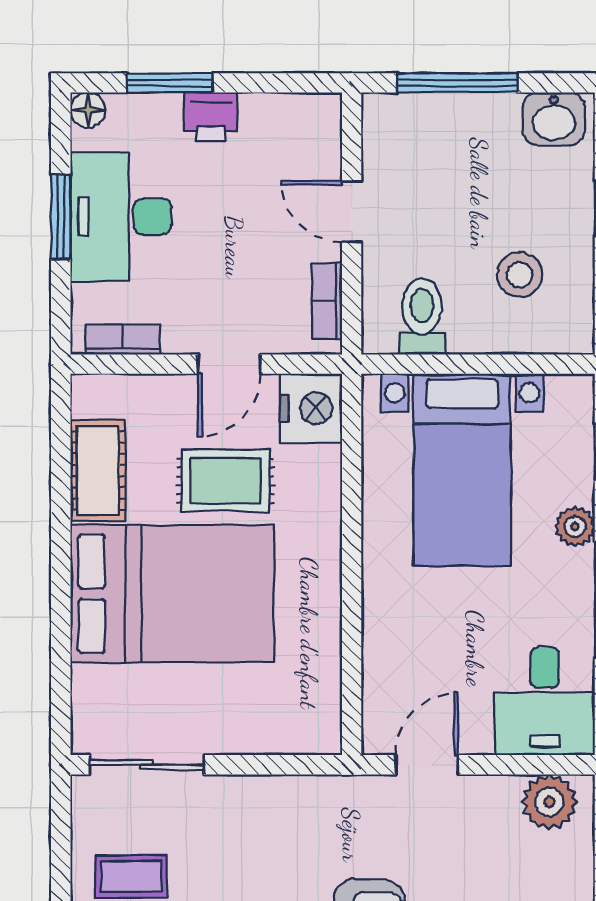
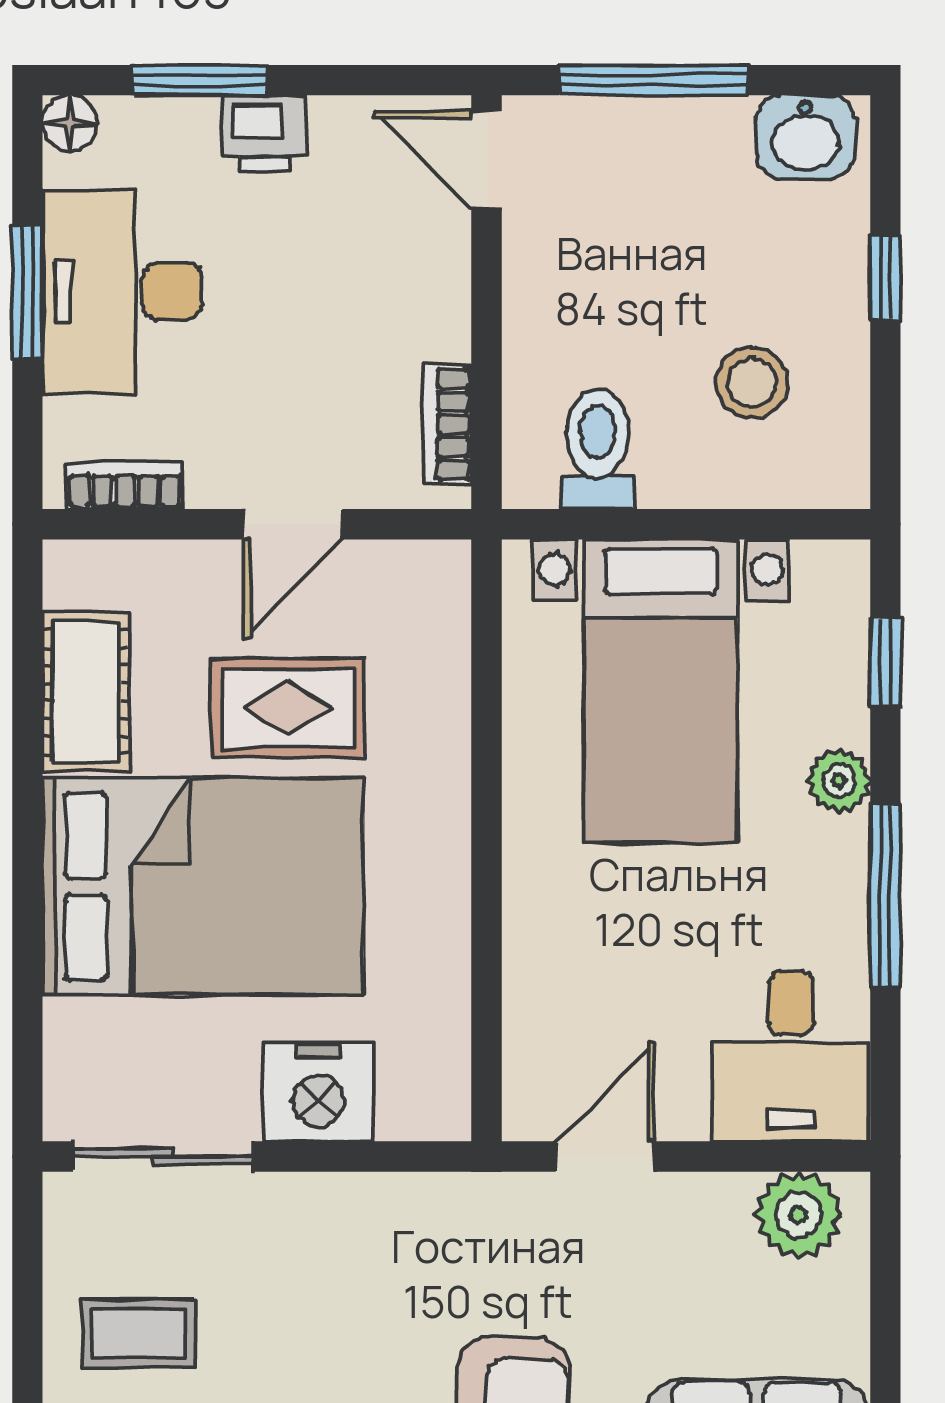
door: (352, 212) -> (486, 159), moved
nightstand: (311, 408) -> (318, 1093), moved, turned 90

